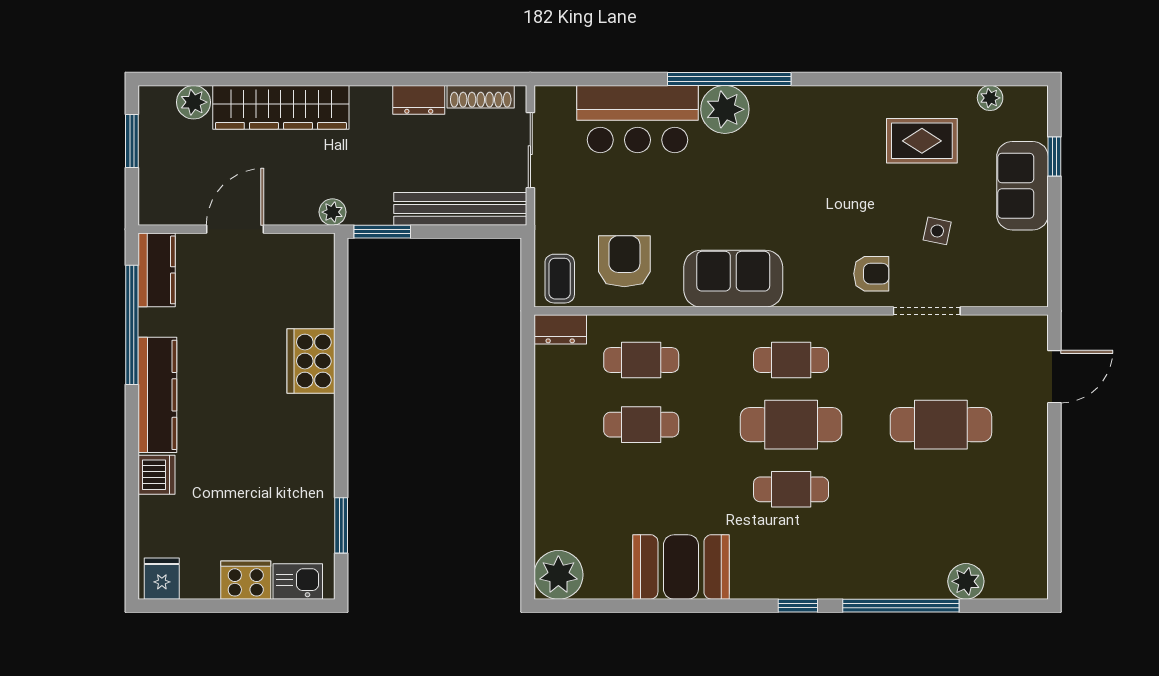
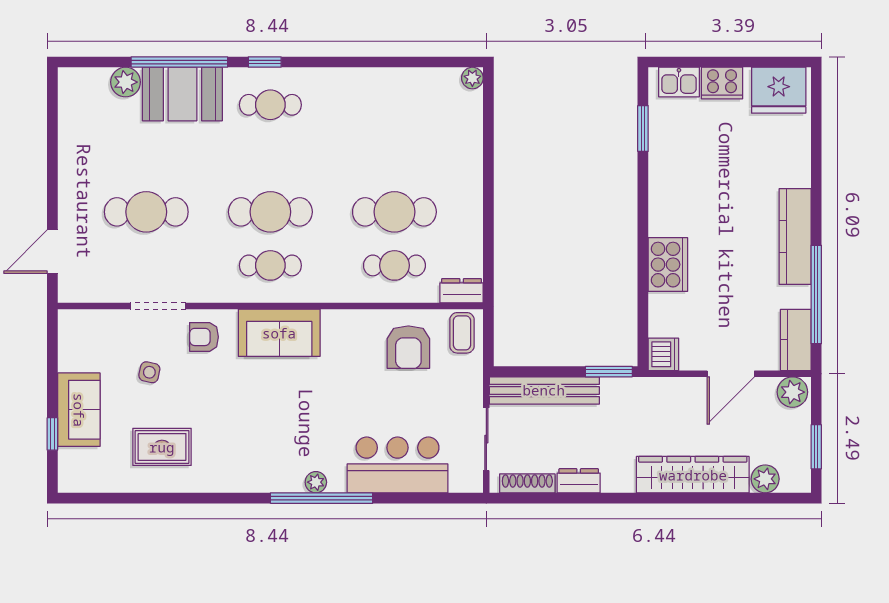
plant: (990, 98) -> (106, 482), removed
plant: (725, 109) -> (316, 482), width x0.53, depth x0.53
plant: (332, 212) -> (792, 392), moved, width x1.38, depth x1.38
sofa: (733, 279) -> (279, 333), moved
cafe table: (641, 425) -> (394, 212), width x1.37, depth x1.35
dishwasher: (157, 475) -> (663, 354), moved, turned 180
cafe table: (791, 489) -> (270, 105), moved
booth: (681, 567) -> (182, 94), moved
plant: (558, 575) -> (472, 78), width x0.53, depth x0.53
fridge: (162, 579) -> (779, 90), width x1.88, depth x1.34

